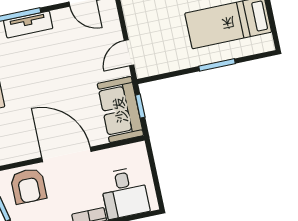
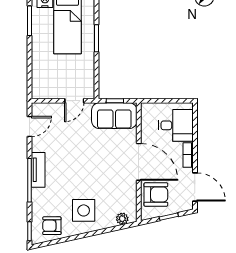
door: (129, 53) -> (74, 101), hinge flipped
door: (66, 154) -> (139, 162), swing flipped

